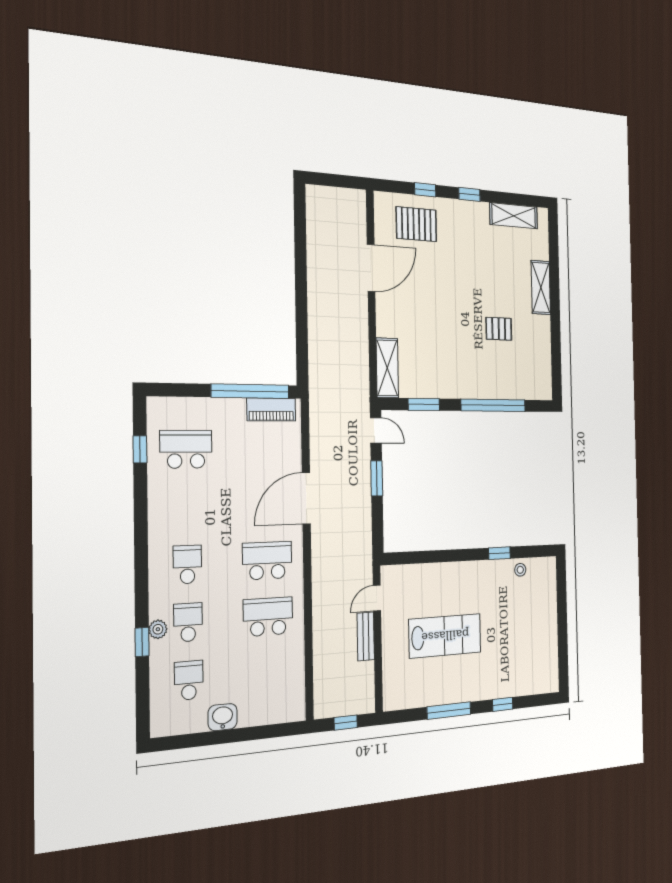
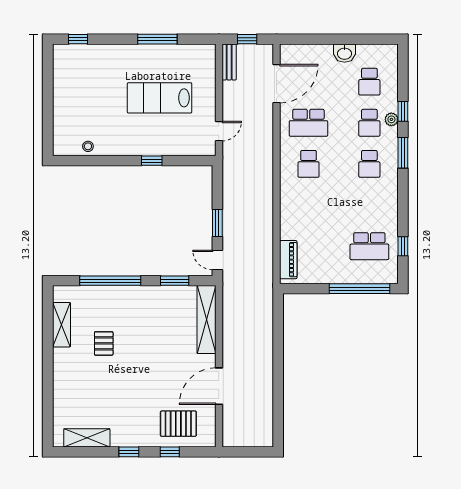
shelving: (541, 287) -> (62, 325), moved
pallet: (499, 329) -> (104, 343), turned 90
shelving: (387, 368) -> (206, 320), width x1.47
window: (250, 391) -> (360, 289), moved
piano: (271, 410) -> (288, 260), moved, turned 90
door: (306, 498) -> (277, 84), moved
window: (499, 553) -> (152, 161), moved
school desk: (267, 561) -> (308, 164), width x0.54
window: (141, 583) -> (403, 153), added
bench: (366, 636) -> (229, 62), moved
window: (503, 704) -> (78, 39), moved

